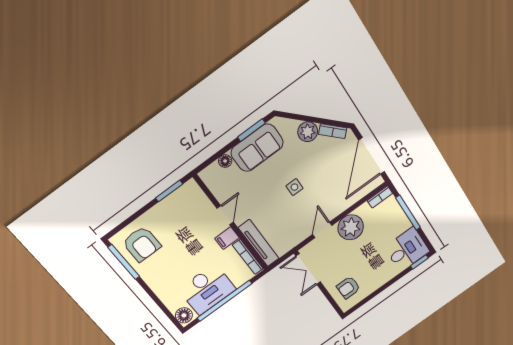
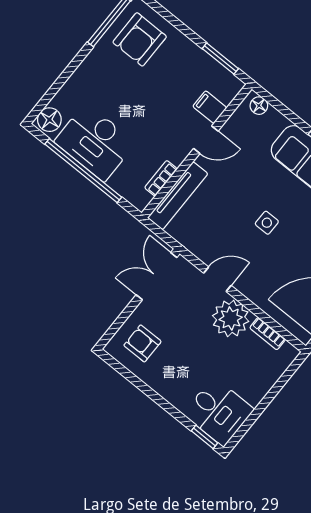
floor lamp: (225, 161) -> (259, 106), moved
bookcase: (380, 197) -> (268, 334), moved
window: (408, 213) -> (271, 395), removed
filing cabinet: (227, 238) -> (210, 107), moved
bookcase: (248, 257) -> (161, 178), width x0.64

